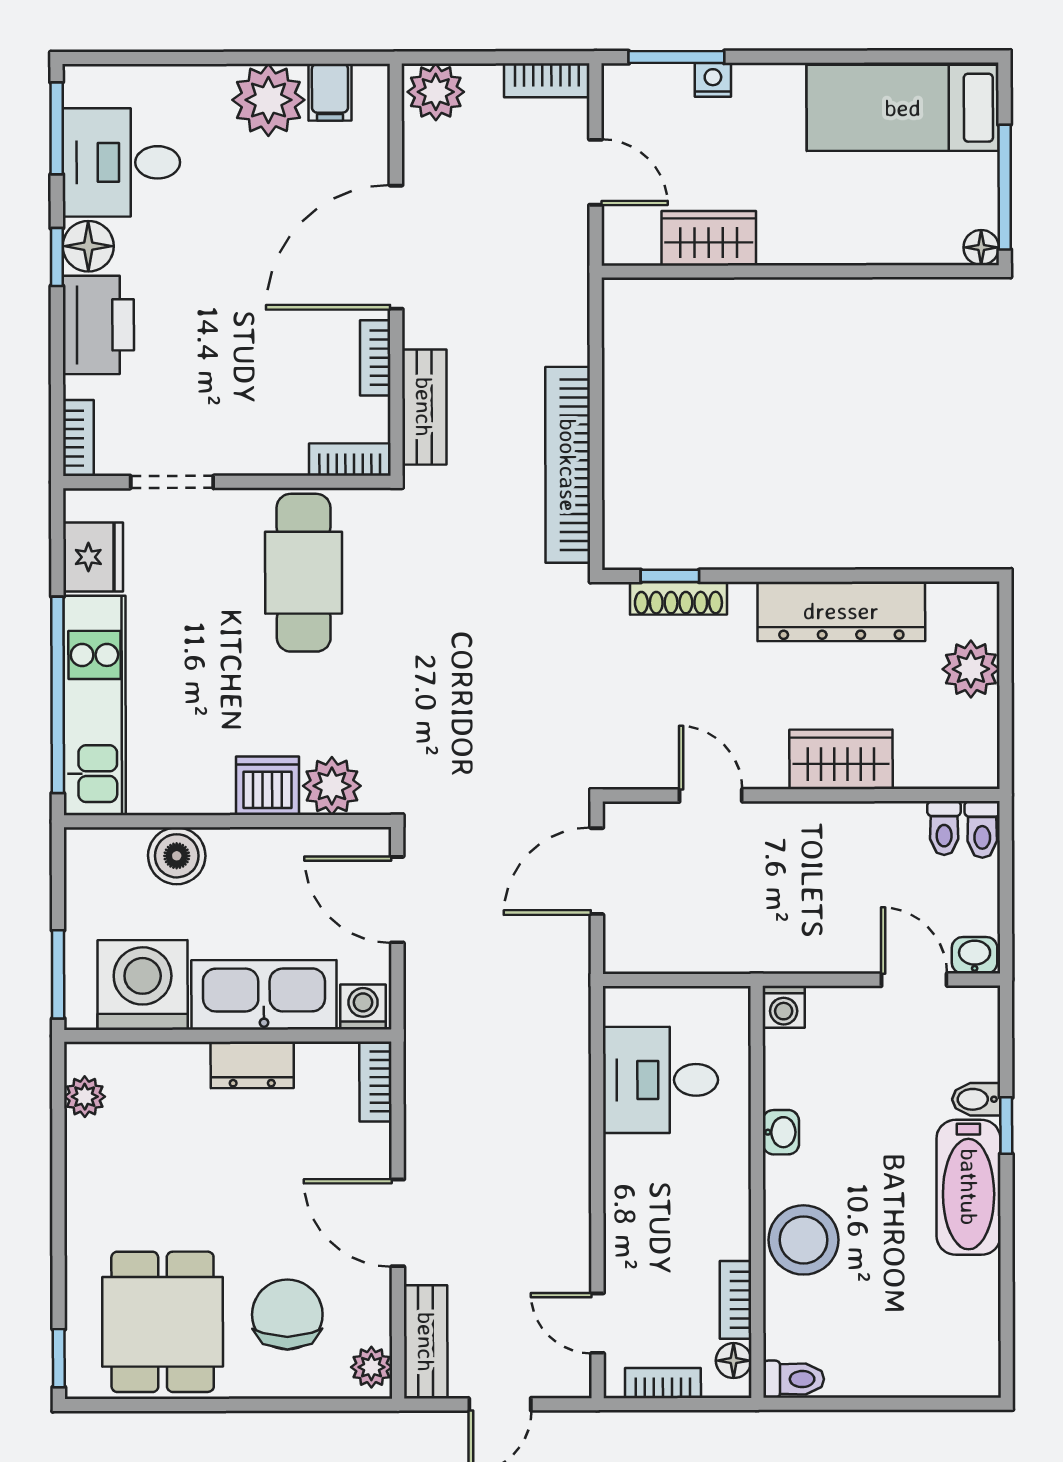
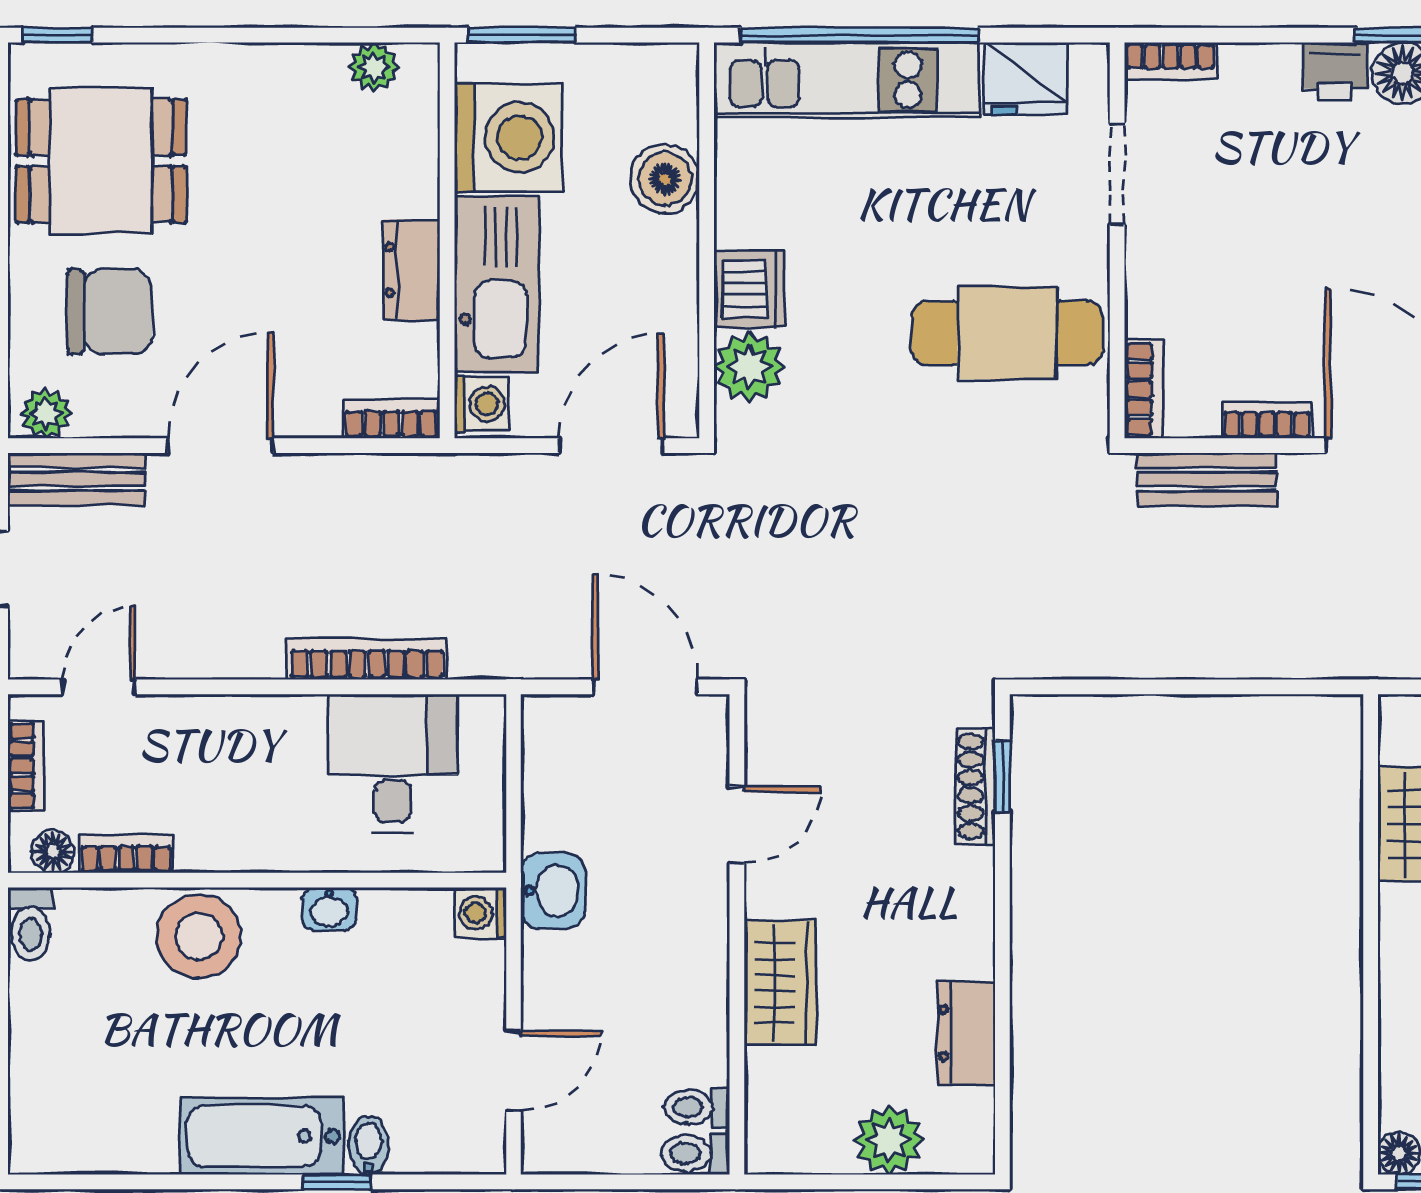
printer: (98, 325) -> (1335, 71), width x0.53, depth x0.68
bookcase: (568, 465) -> (367, 659), moved, width x0.68, depth x0.76
dresser: (841, 611) -> (966, 1033), width x0.51, depth x0.80
washbasin: (975, 955) -> (553, 891), moved, width x1.38, depth x1.45

